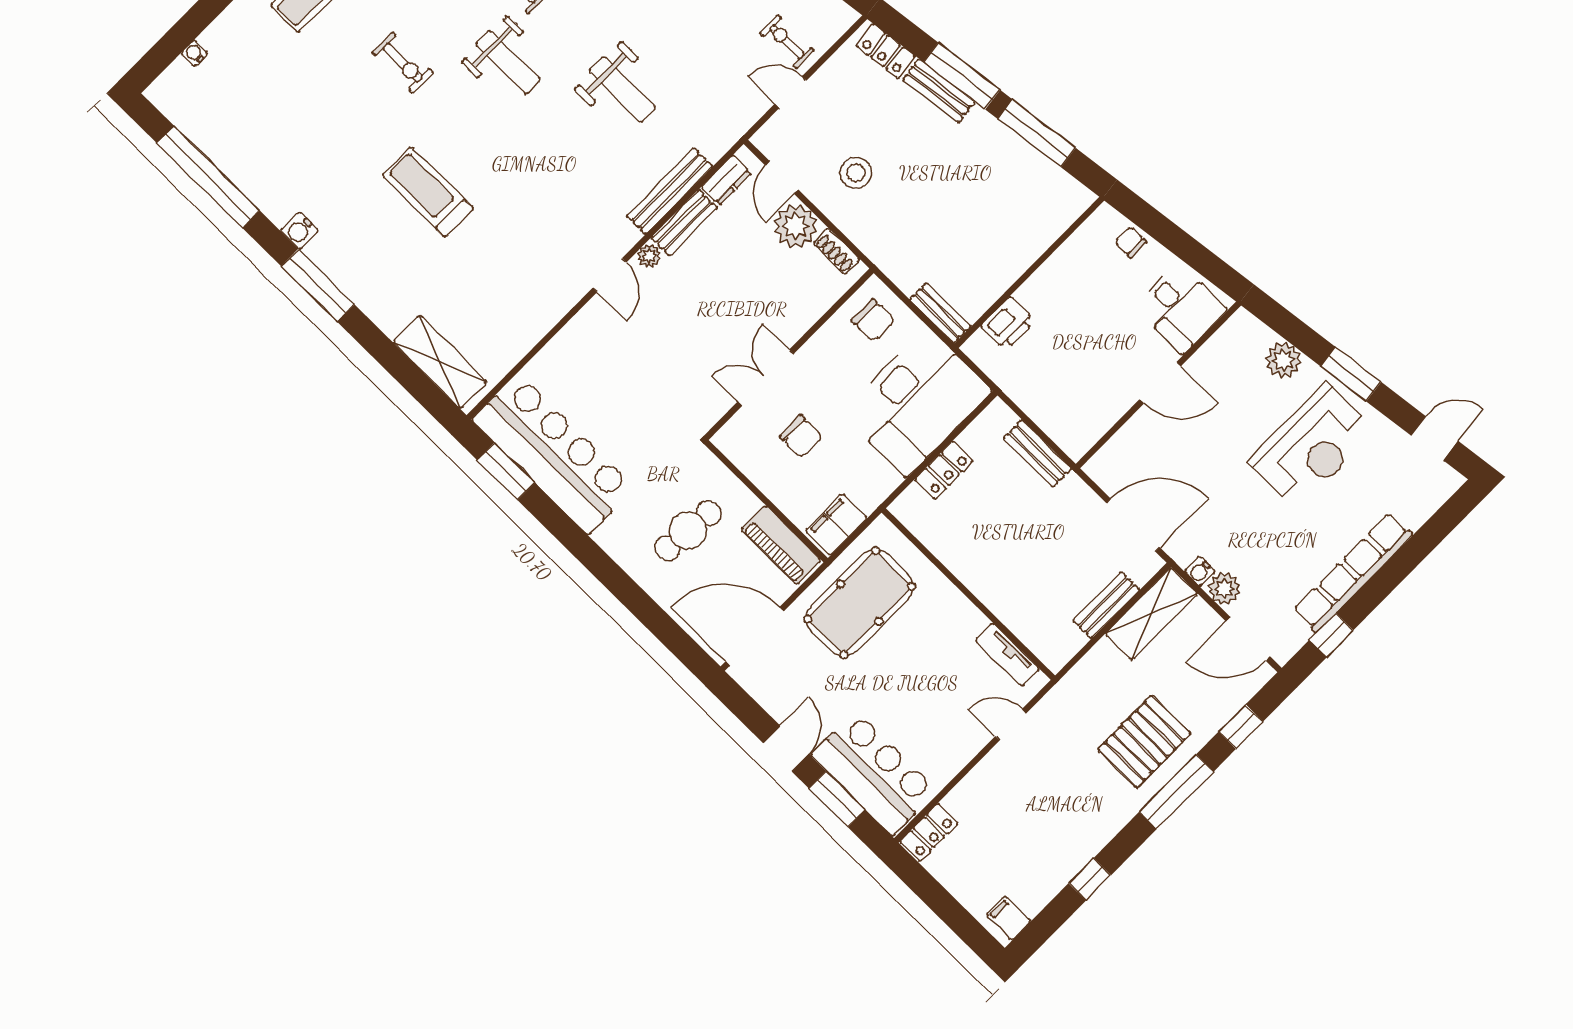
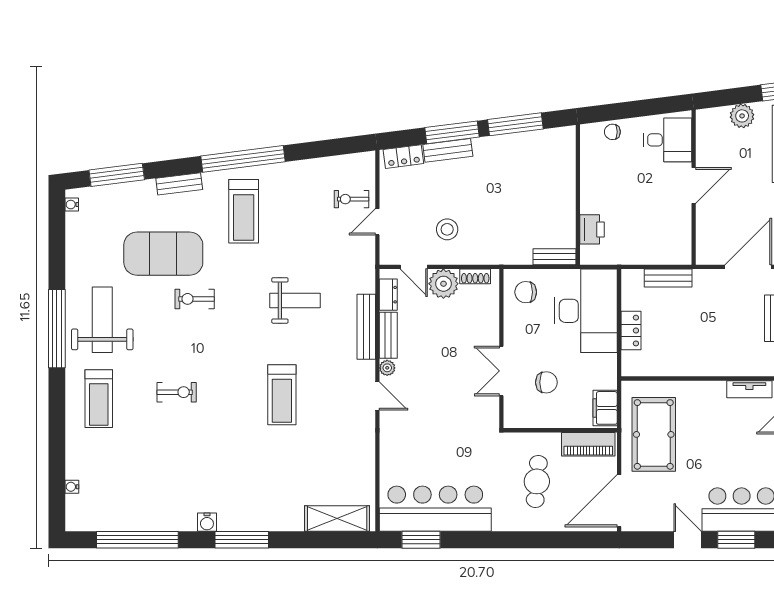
weight bench: (508, 62) -> (227, 342), removed
treadmill: (428, 192) -> (282, 395), moved, turned -90
chair: (873, 320) -> (526, 292), turned 180

